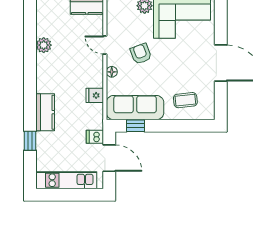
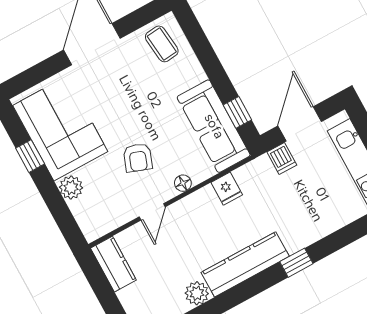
armchair: (141, 54) -> (138, 158), turned -50
coffee table: (185, 100) -> (162, 44), moved
kitchen counter: (45, 112) -> (245, 264), moved, width x1.50
window: (30, 141) -> (296, 263), moved

